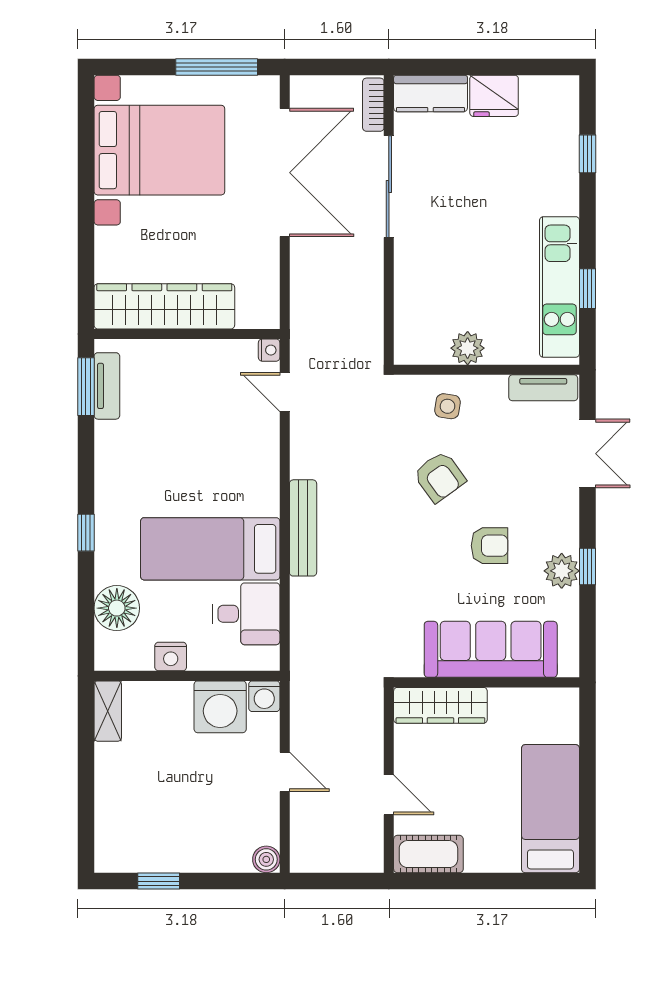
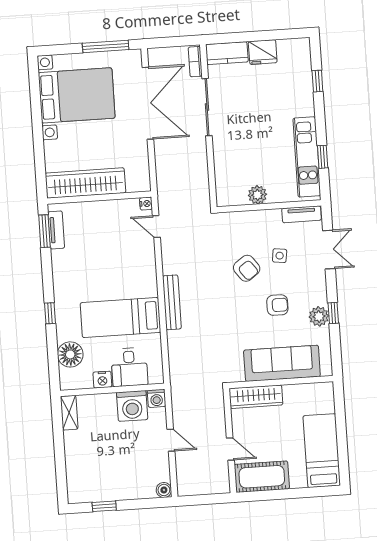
side table: (447, 406) -> (280, 256), moved
desk: (246, 614) -> (129, 367), moved, turned 90
cot: (428, 854) -> (262, 477), width x1.37, depth x1.34

